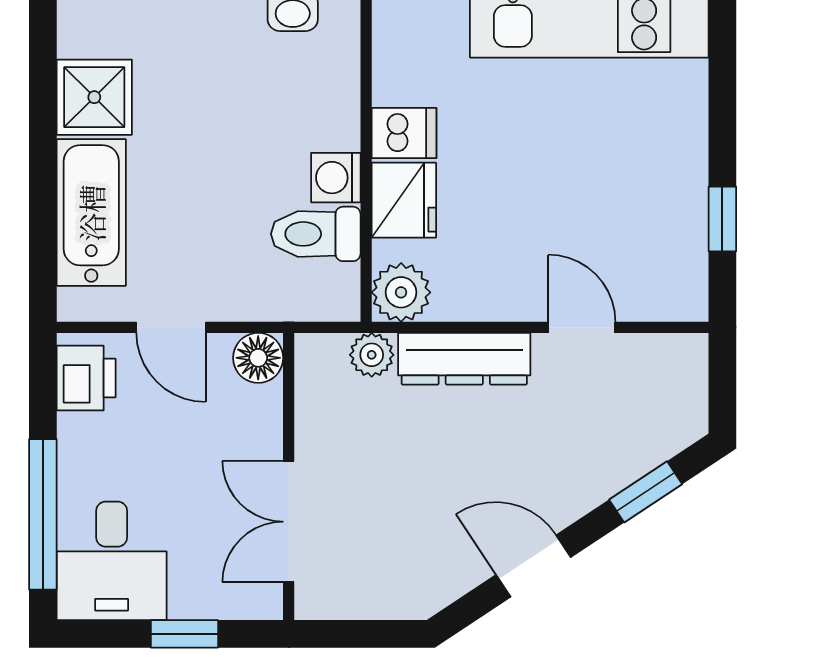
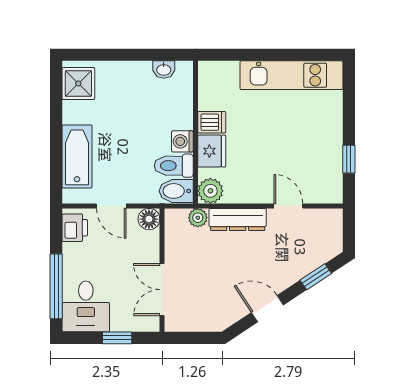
shower: (94, 97) -> (78, 83), moved
bidet: (321, 293) -> (176, 191), added

